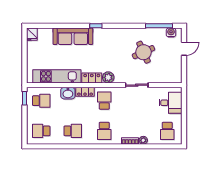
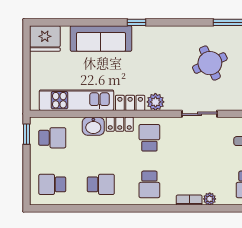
fridge: (32, 34) -> (45, 38), width x1.88, depth x1.34

